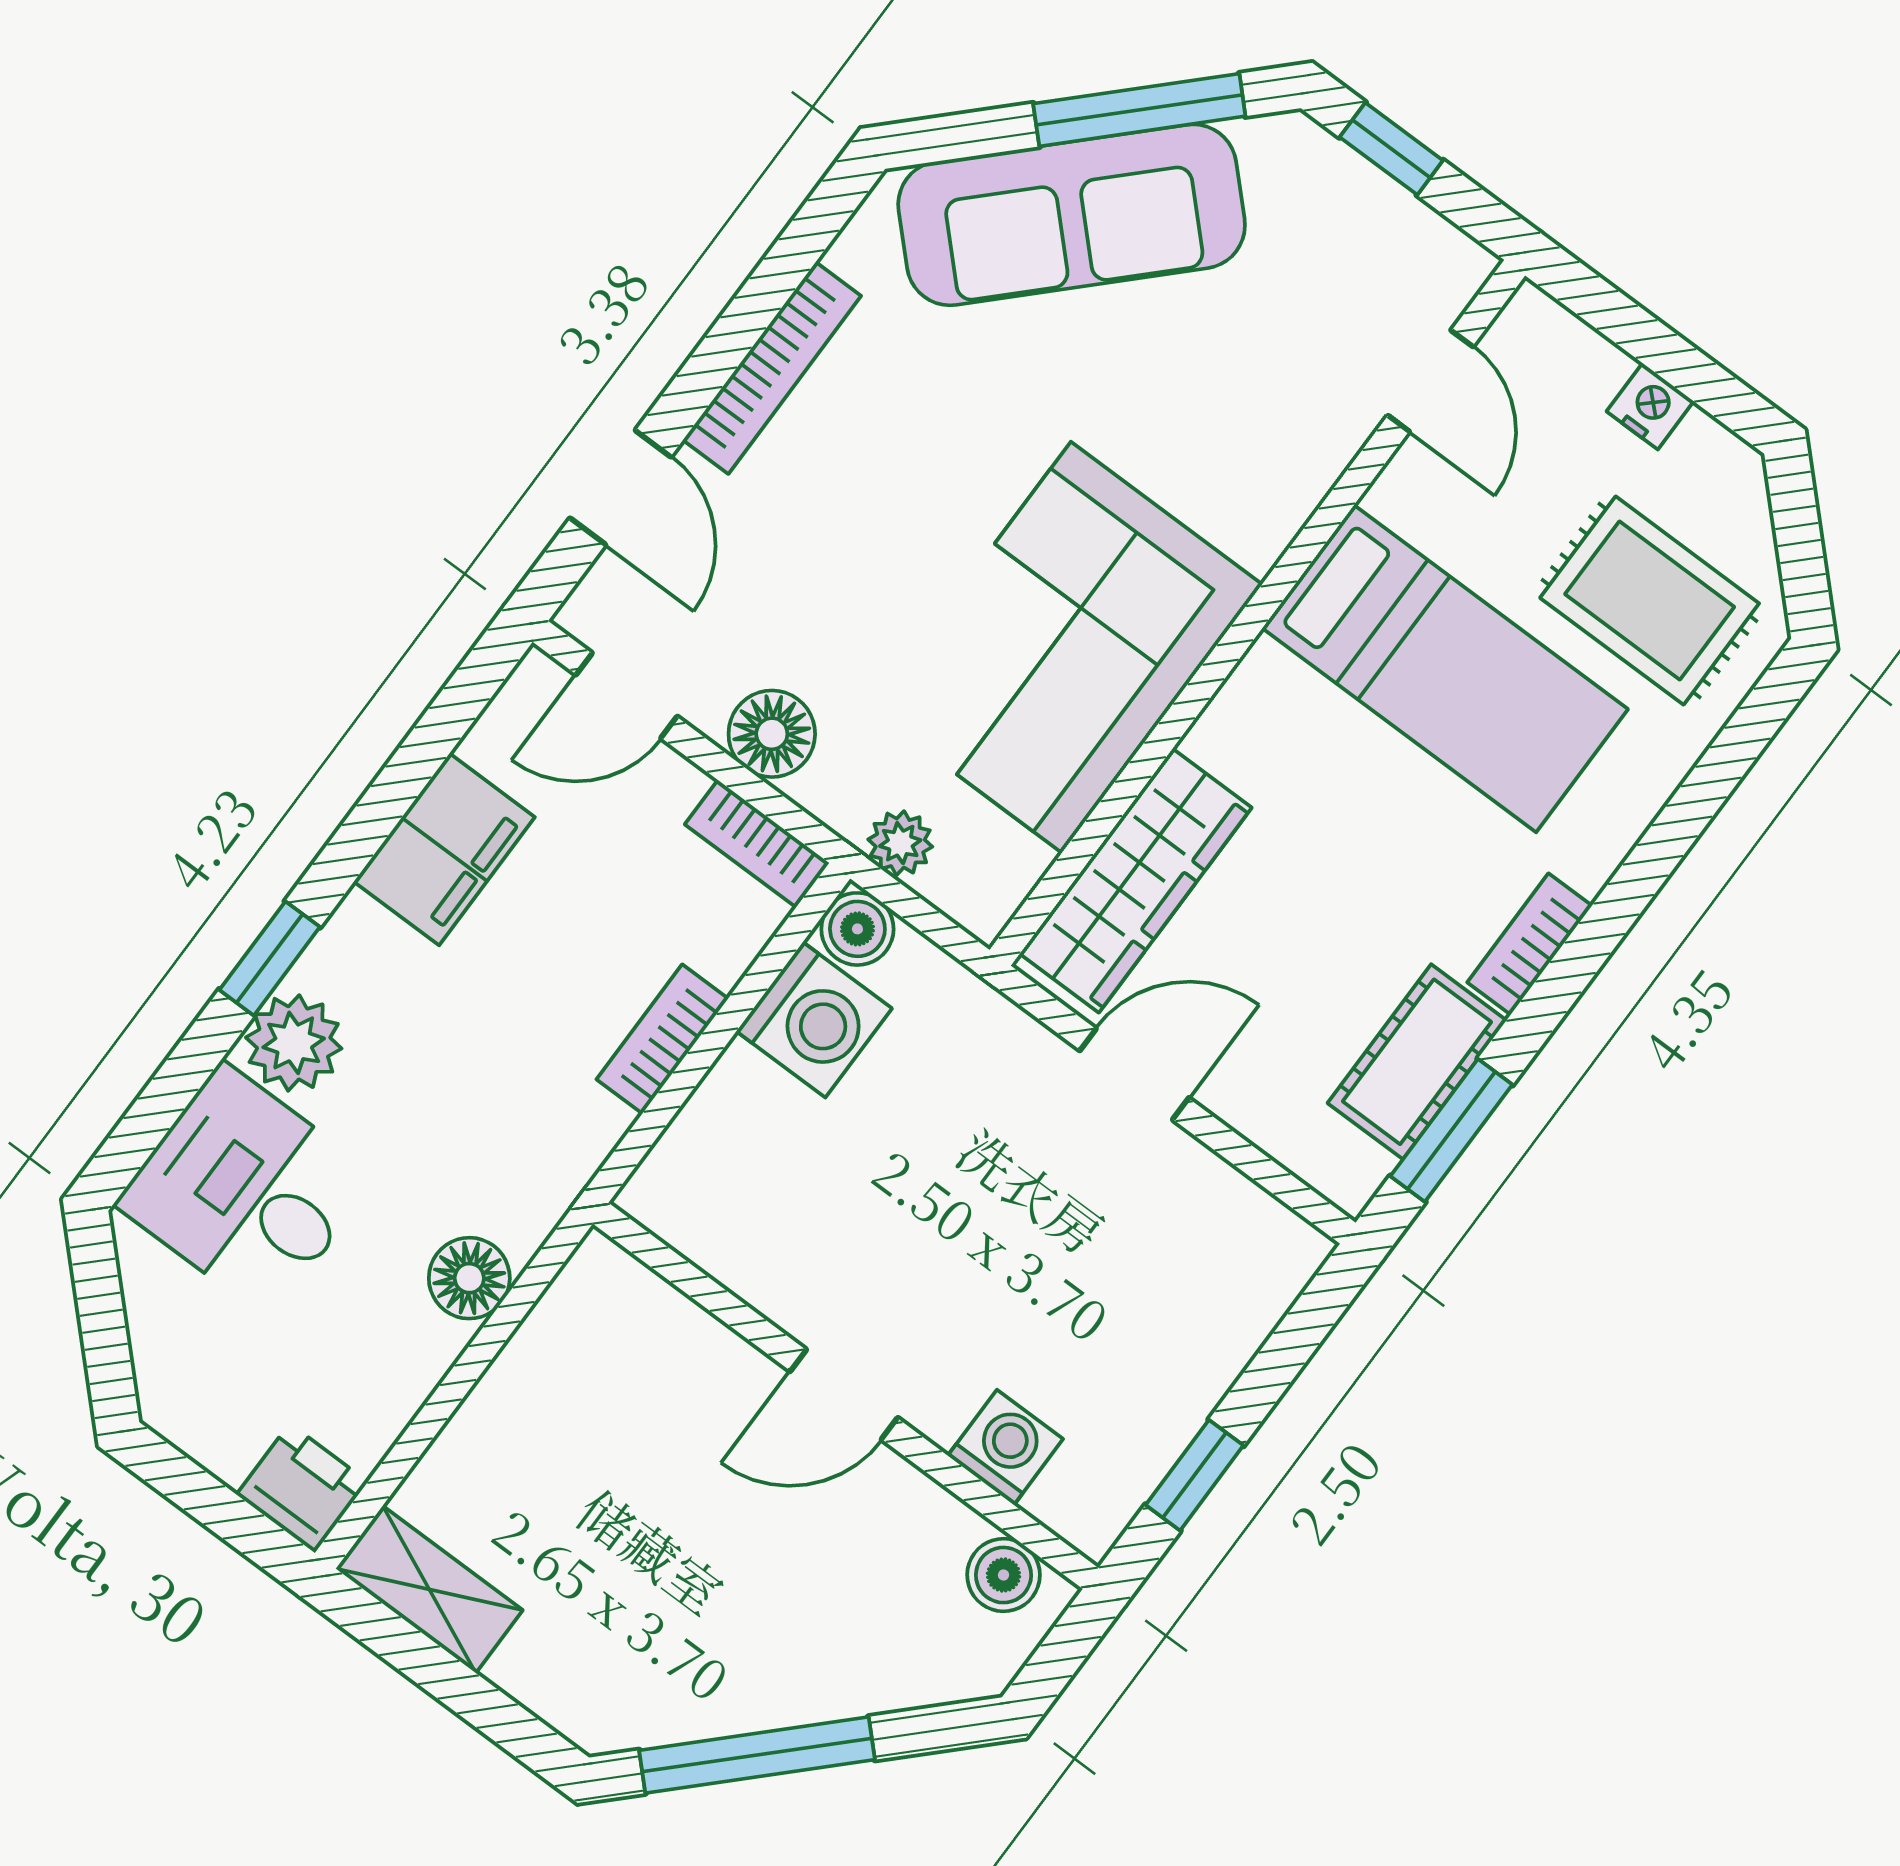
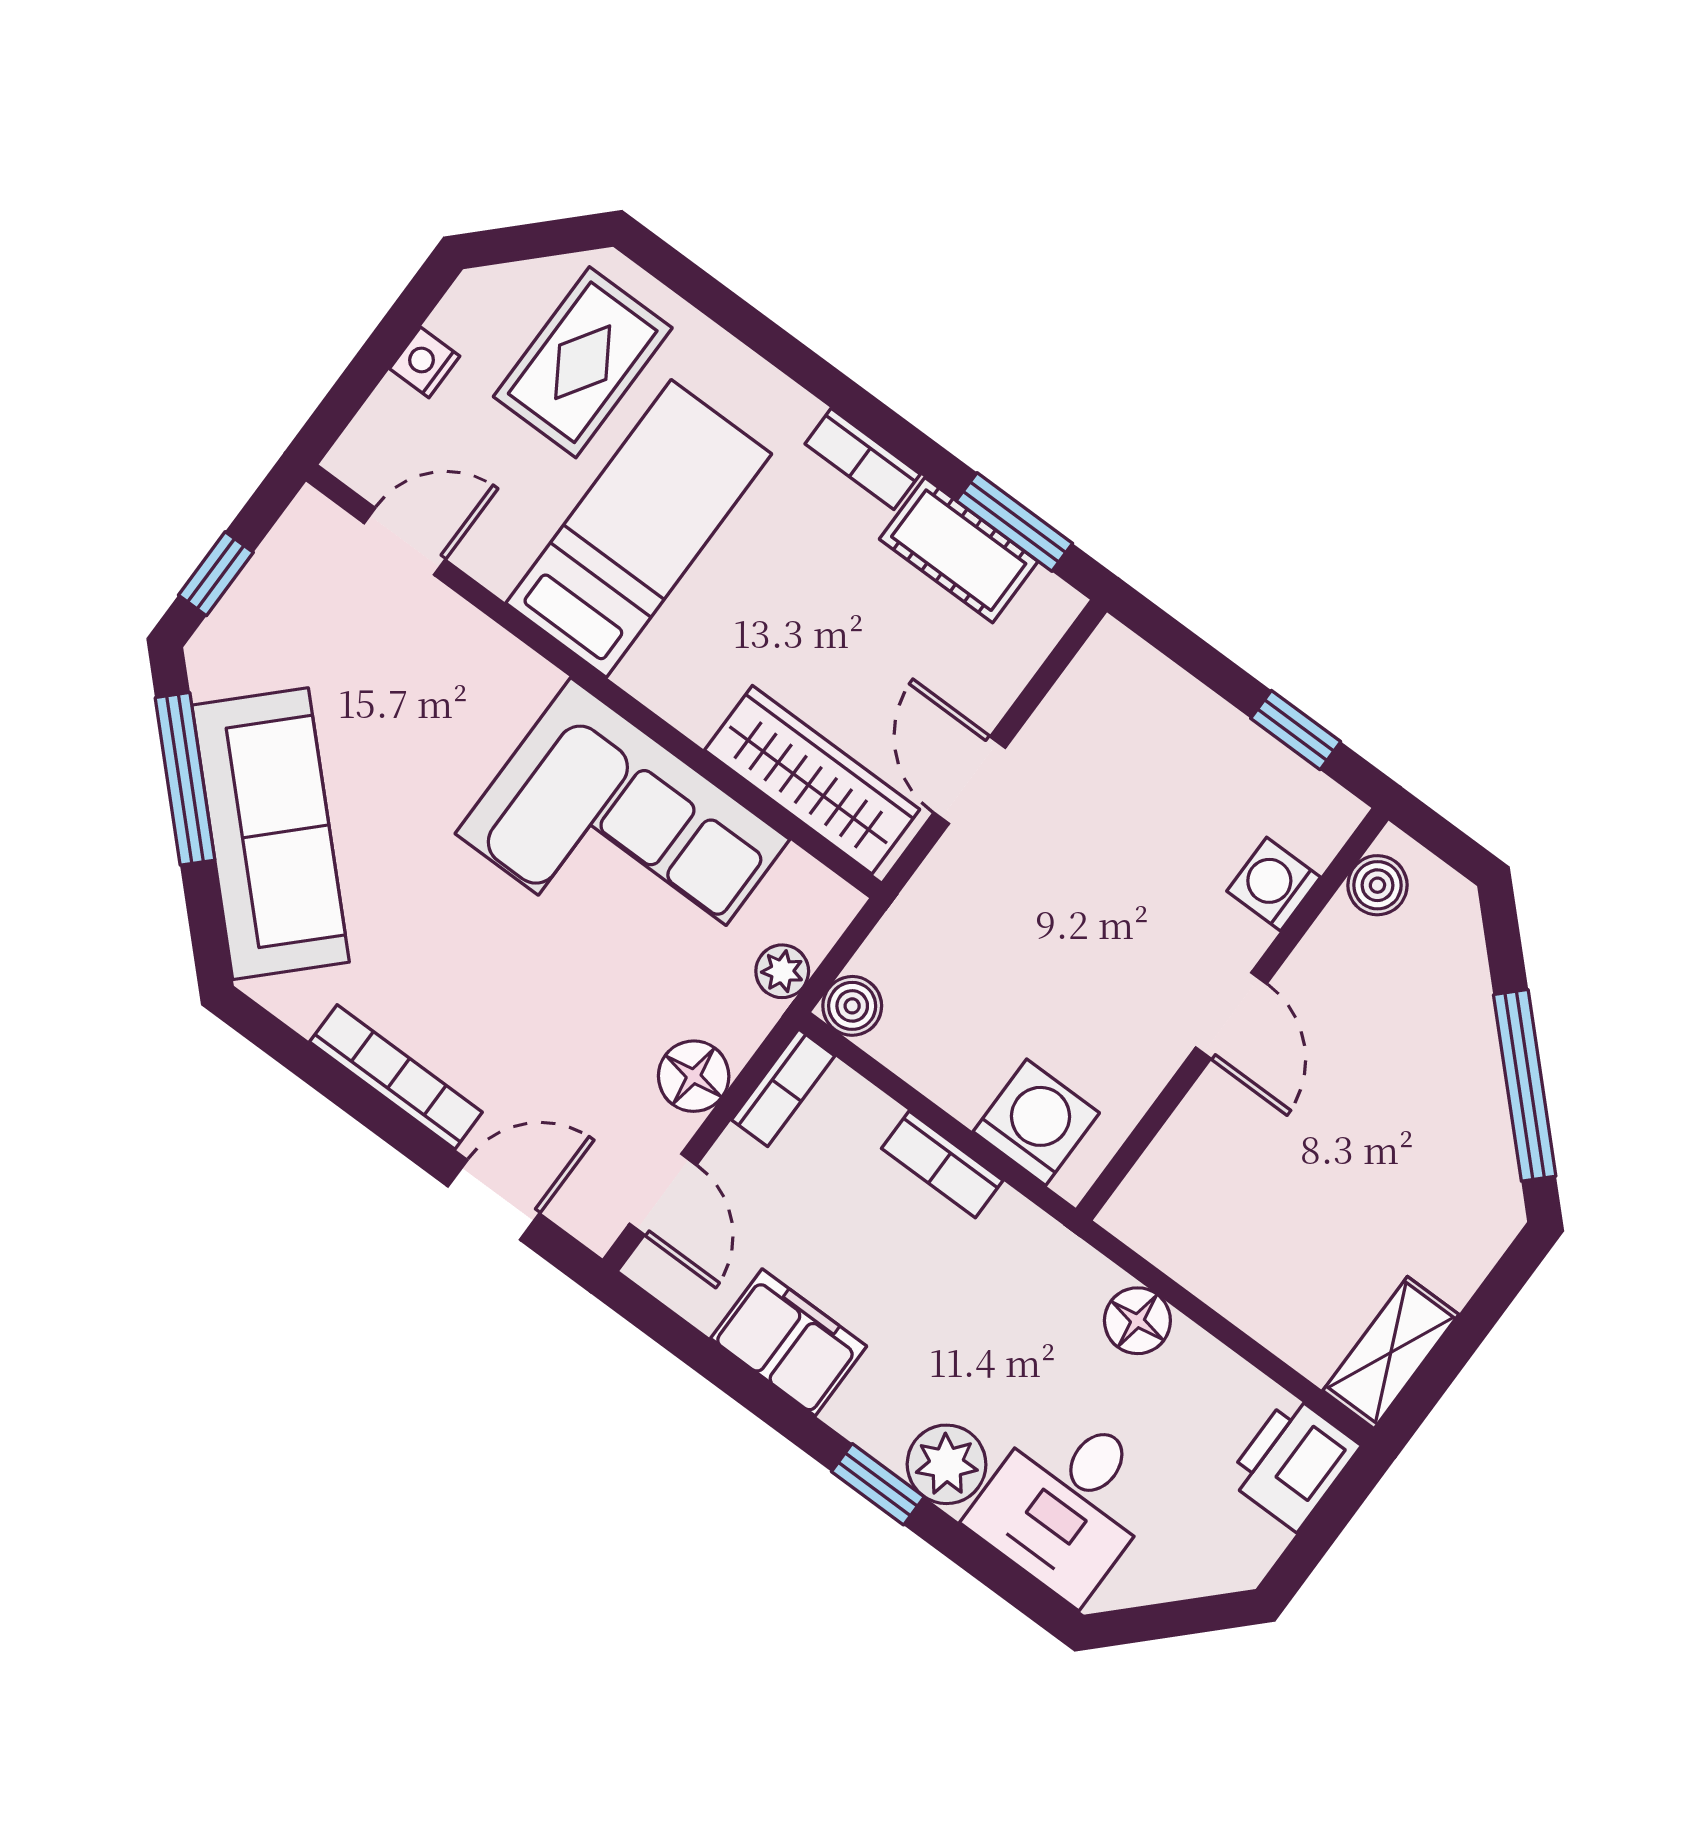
washing machine: (814, 1020) -> (1036, 1122), moved
printer: (302, 1488) -> (1293, 1463), width x1.36, depth x1.24

